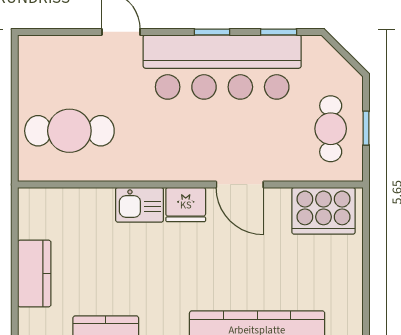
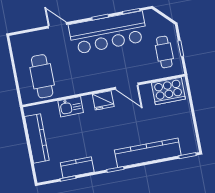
cafe table: (69, 131) -> (42, 76), turned 90
kitchen sink: (140, 205) -> (71, 107), moved
kitchen counter: (34, 273) -> (37, 138), width x1.50

